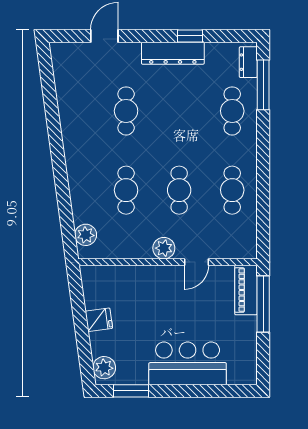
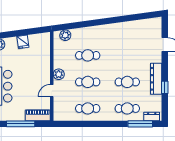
cafe table: (126, 111) -> (127, 82), moved
door: (196, 262) -> (52, 91), hinge flipped
window: (263, 304) -> (21, 124), moved

